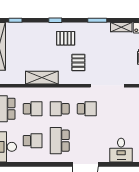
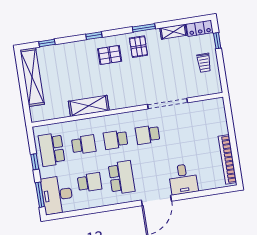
pallet: (78, 63) -> (138, 47), moved
school desk: (87, 109) -> (148, 135), turned 180
school desk: (60, 141) -> (122, 177), turned 180
desk: (121, 150) -> (183, 179), moved

